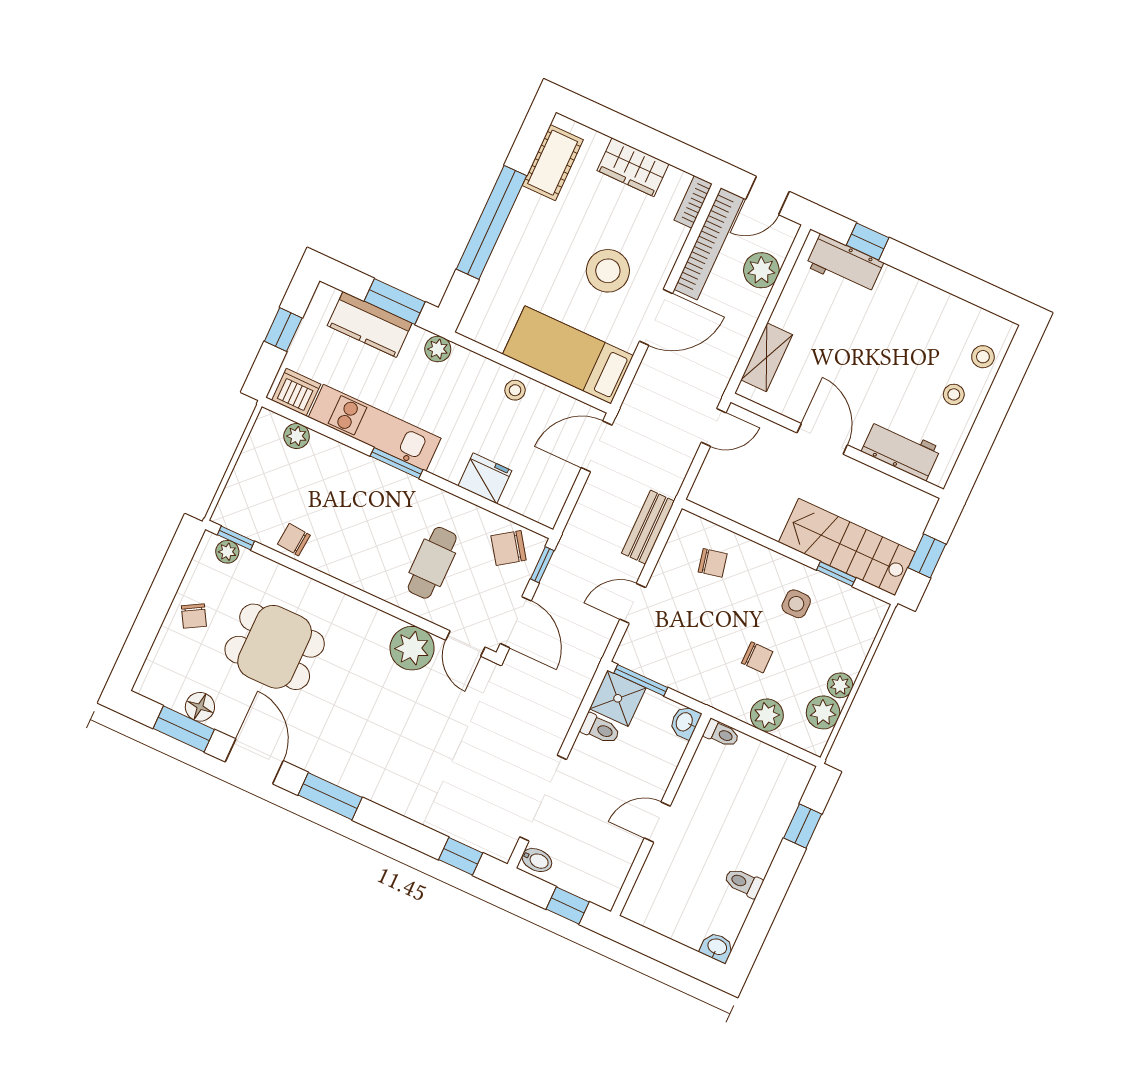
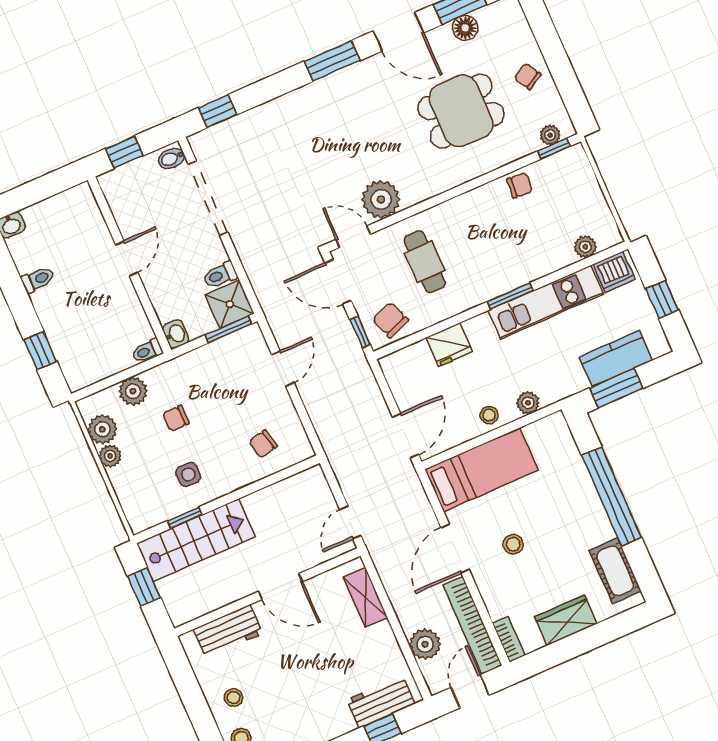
stool: (608, 271) -> (513, 544), width x0.53, depth x0.53
plant: (438, 349) -> (528, 403), moved
bench: (648, 527) -> (323, 422), removed
chair: (509, 548) -> (390, 320), turned -76

